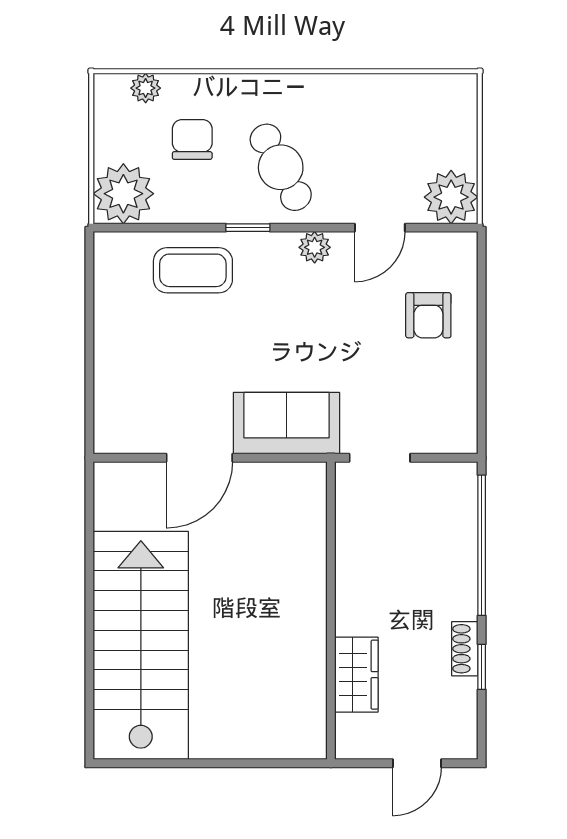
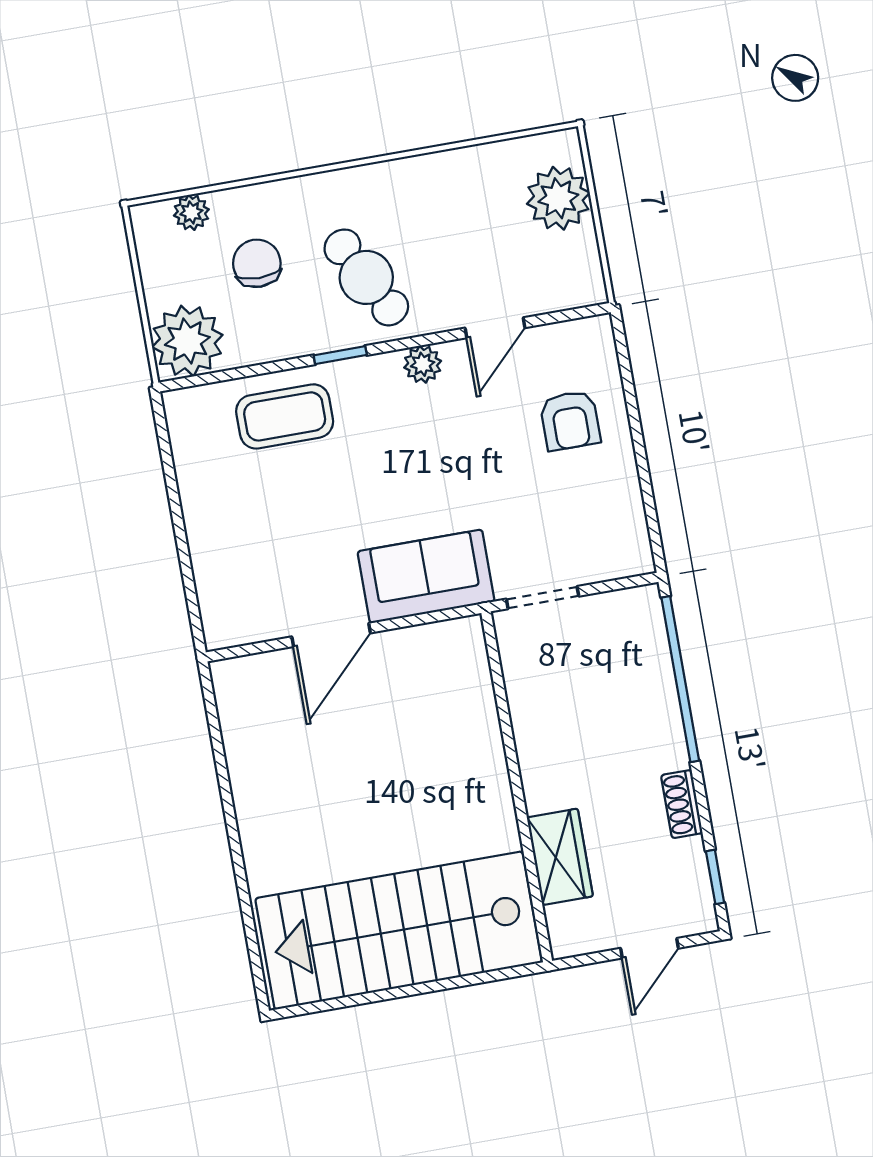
plant: (451, 197) -> (558, 198), moved
stairs: (141, 645) -> (399, 930), moved, turned -90
window: (482, 667) -> (715, 877), moved

